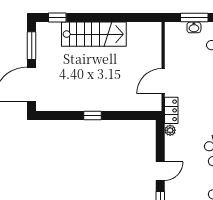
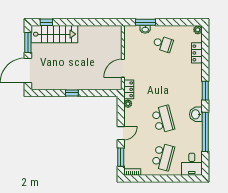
stairs: (94, 34) -> (54, 34), moved

